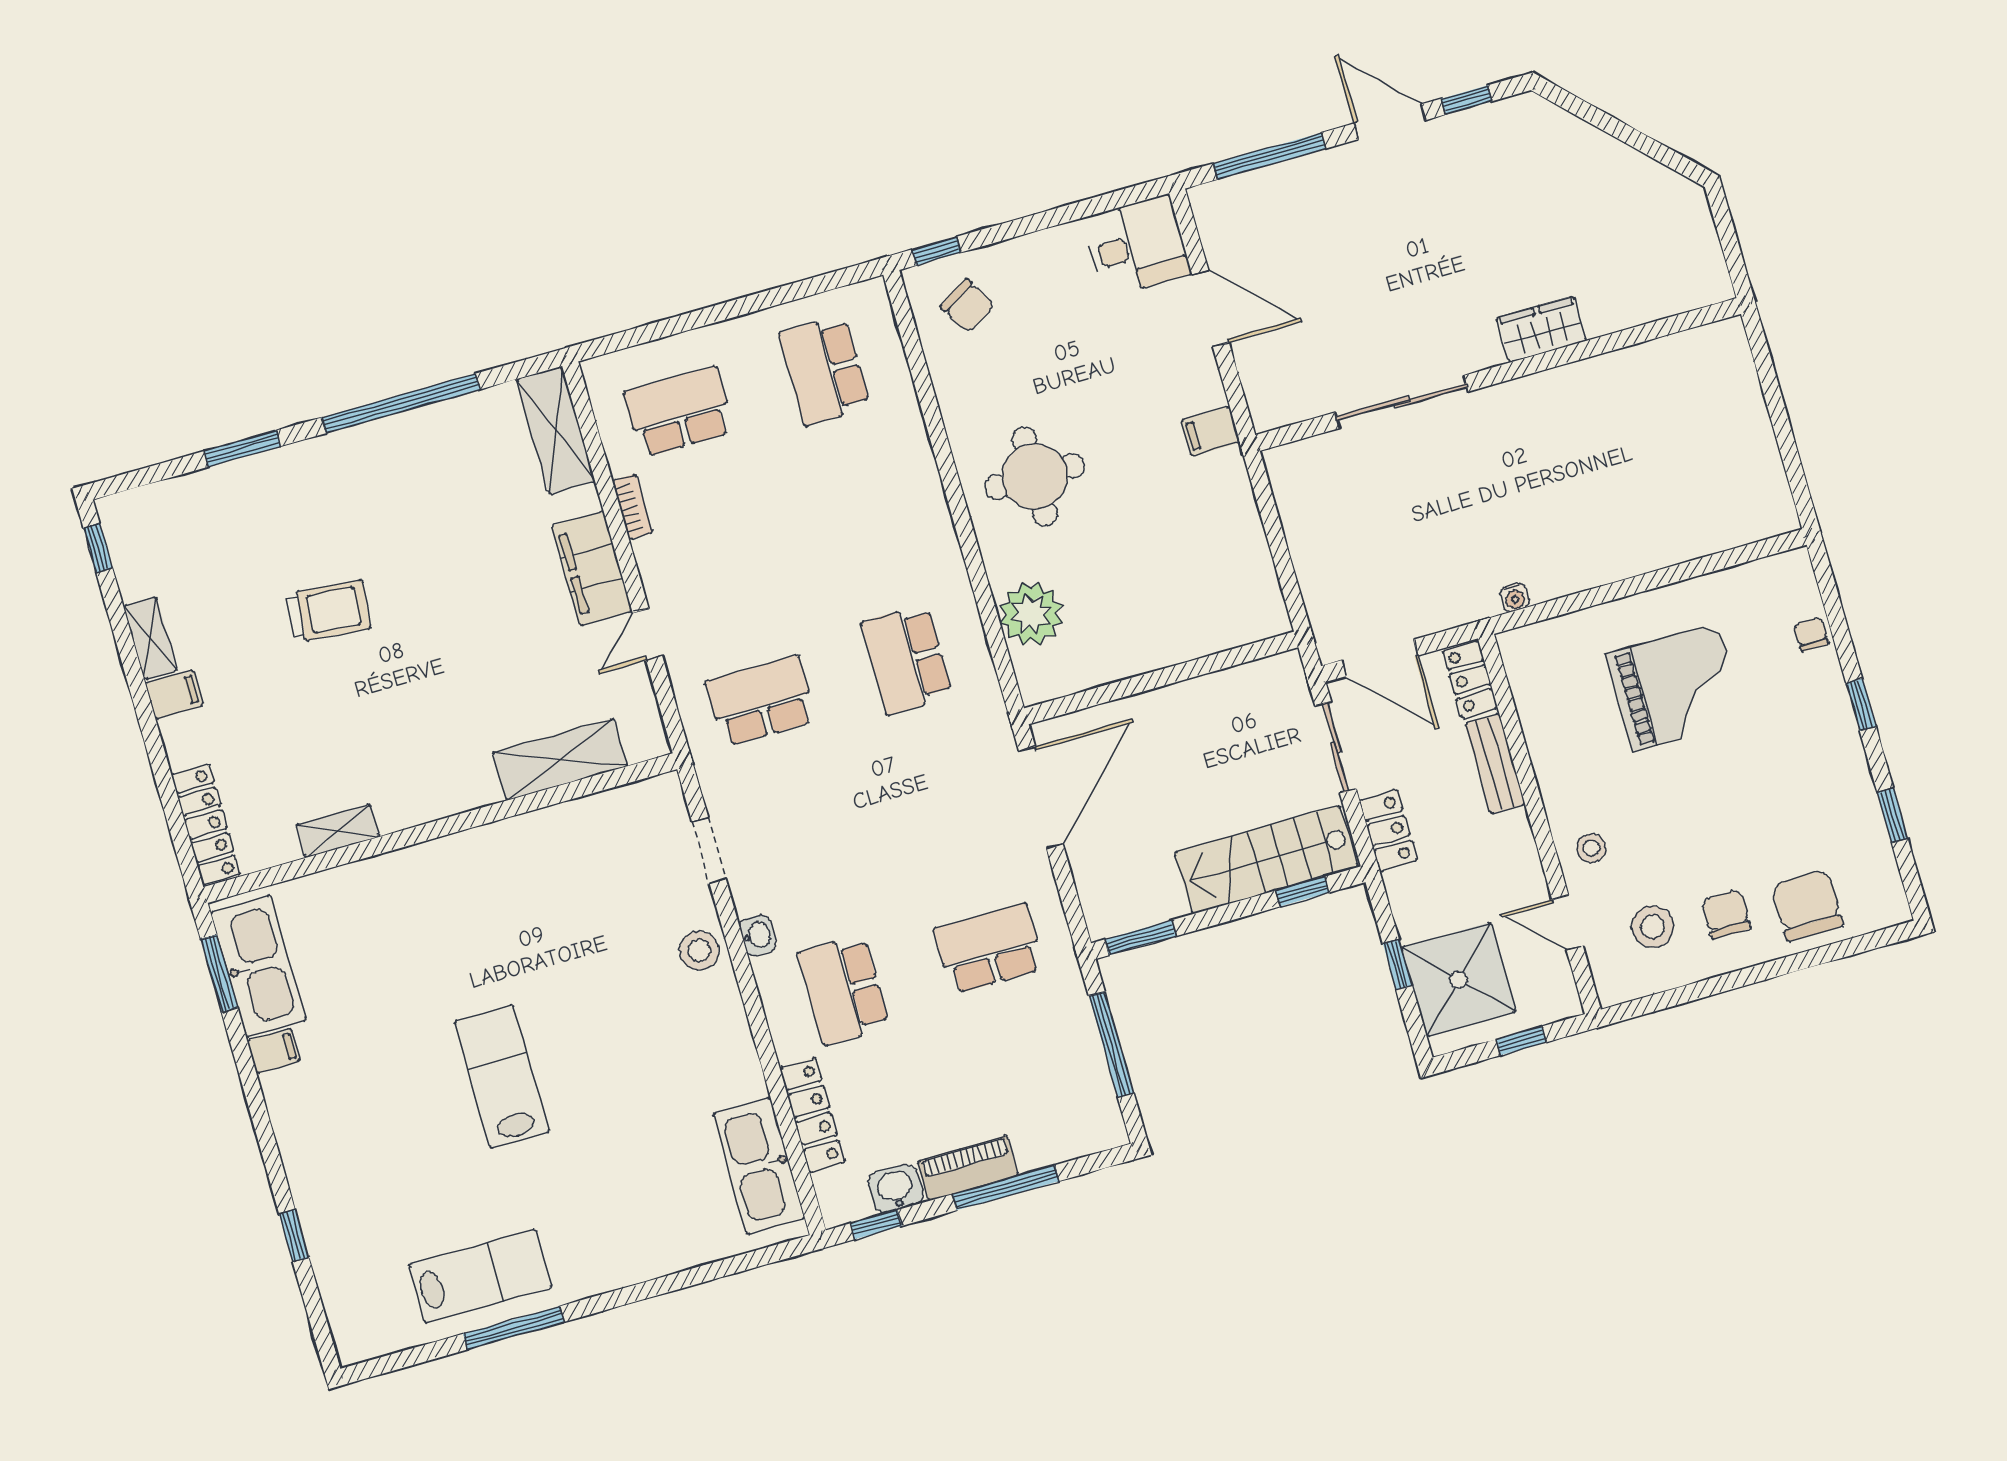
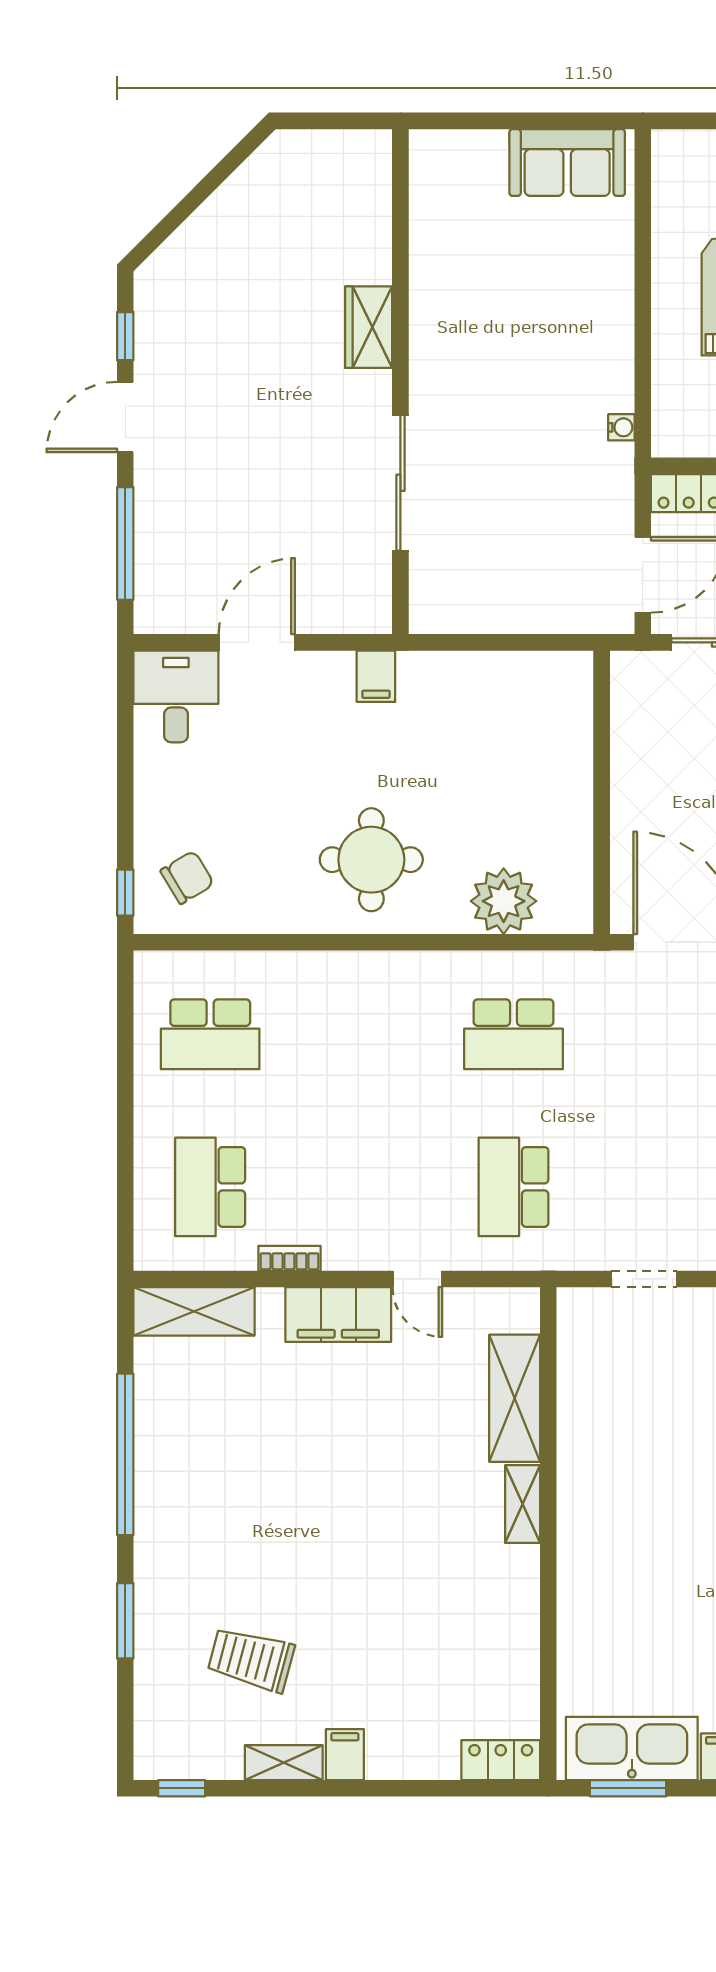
sofa: (1752, 474) -> (567, 163), added
trolley: (328, 611) -> (251, 1659), moved, turned -80
locker: (206, 825) -> (501, 1760), width x0.66
shelving: (337, 831) -> (523, 1504), moved

